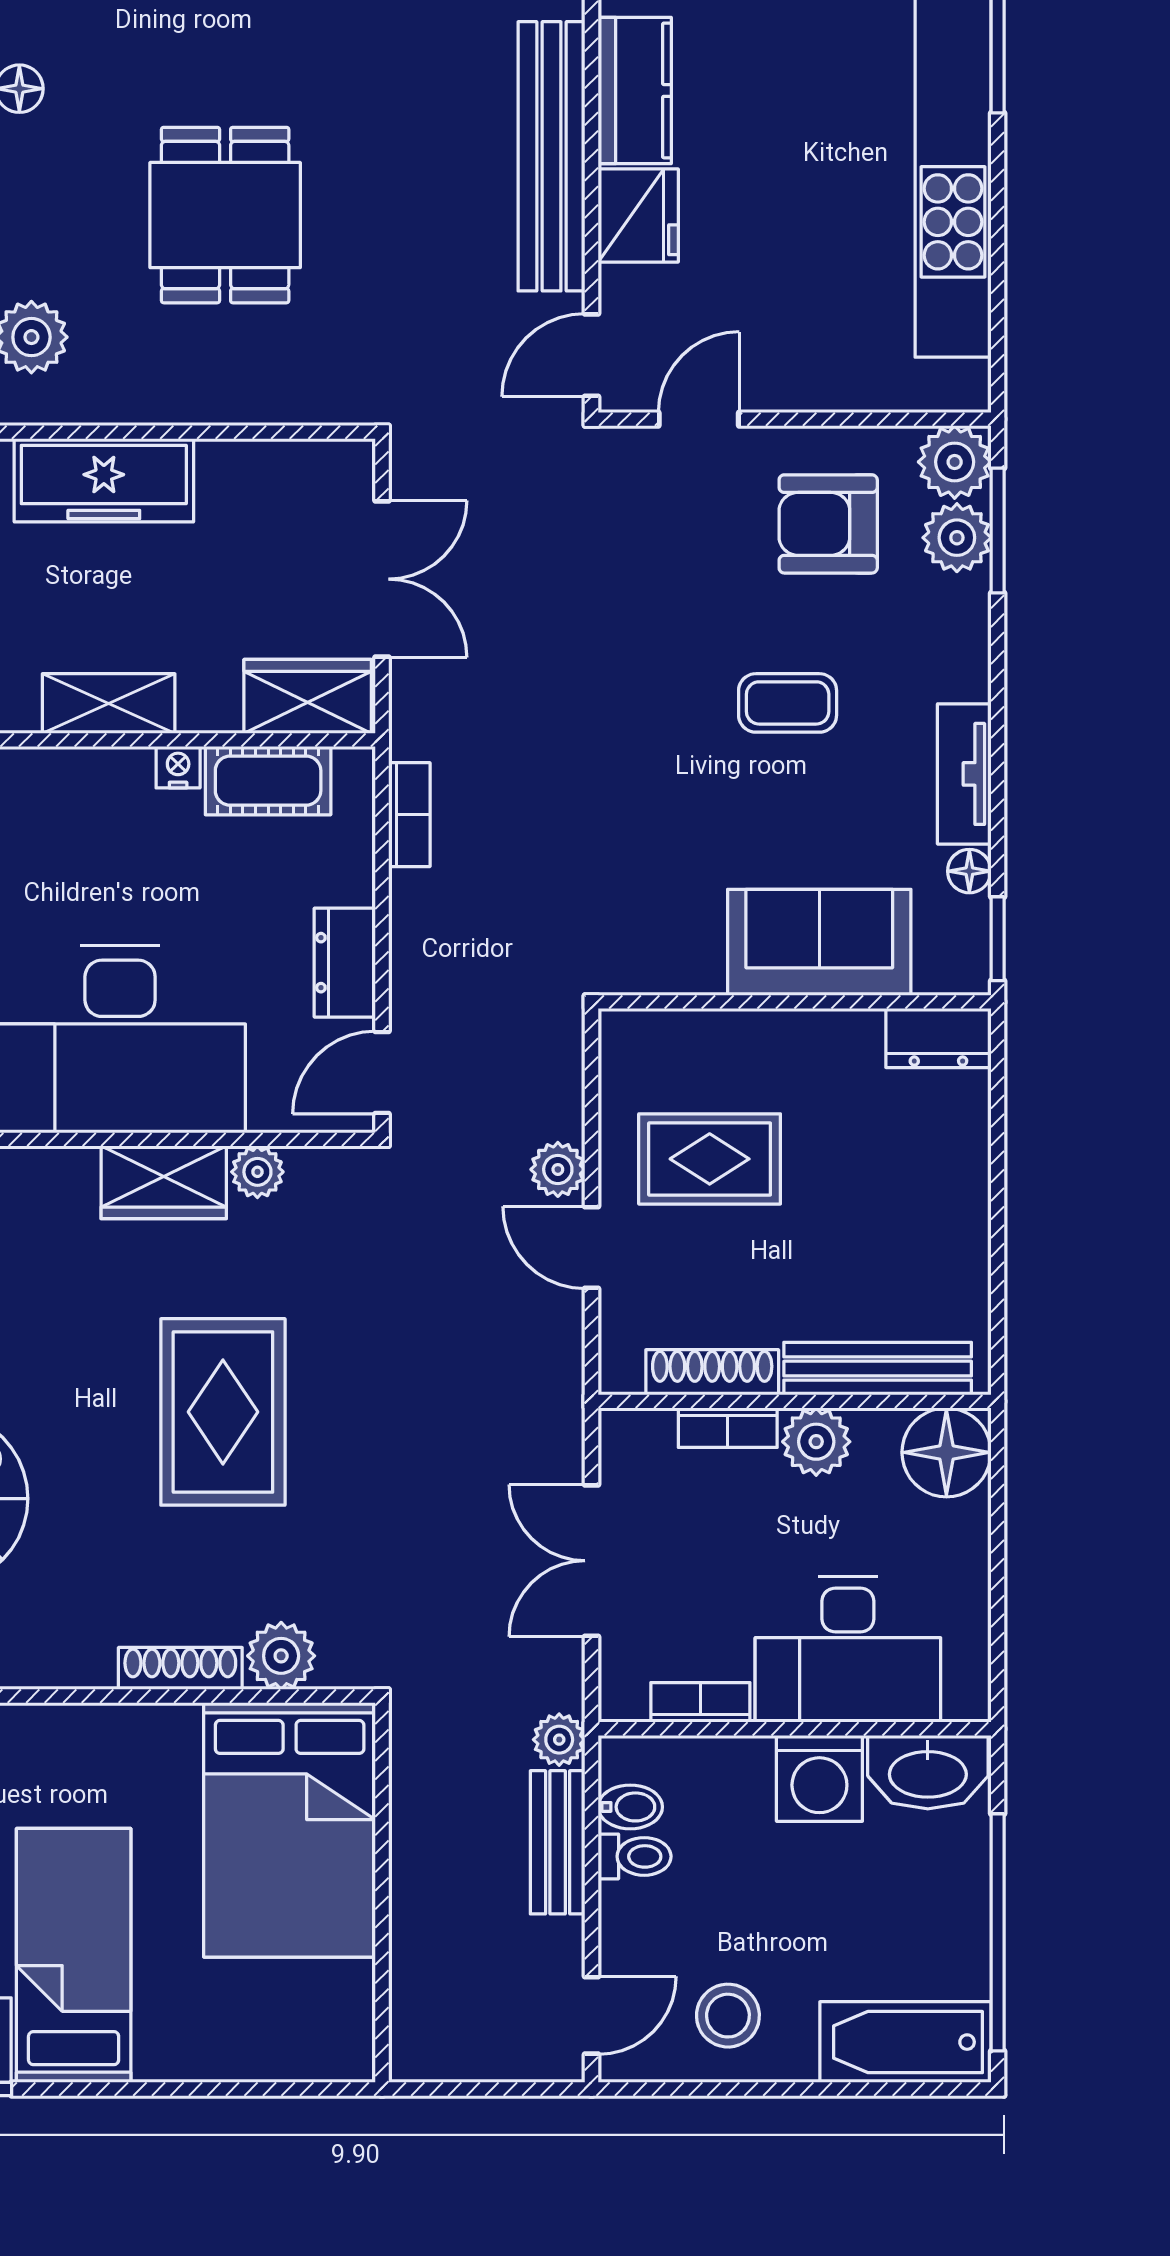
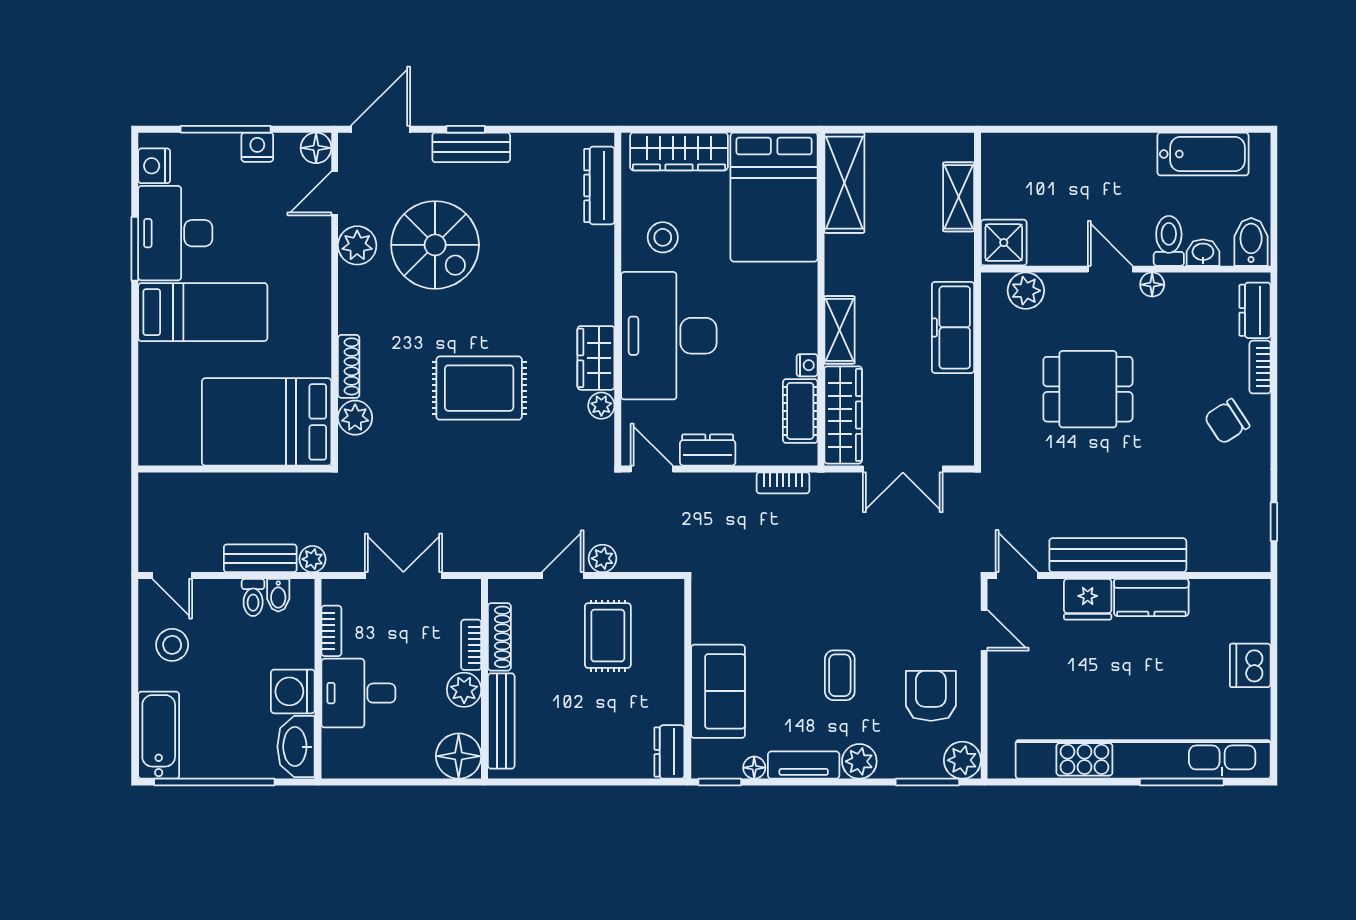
plant: (957, 538) -> (859, 761), moved
wardrobe: (308, 696) -> (843, 415), width x1.50
desk: (848, 1649) -> (358, 693), width x0.73

